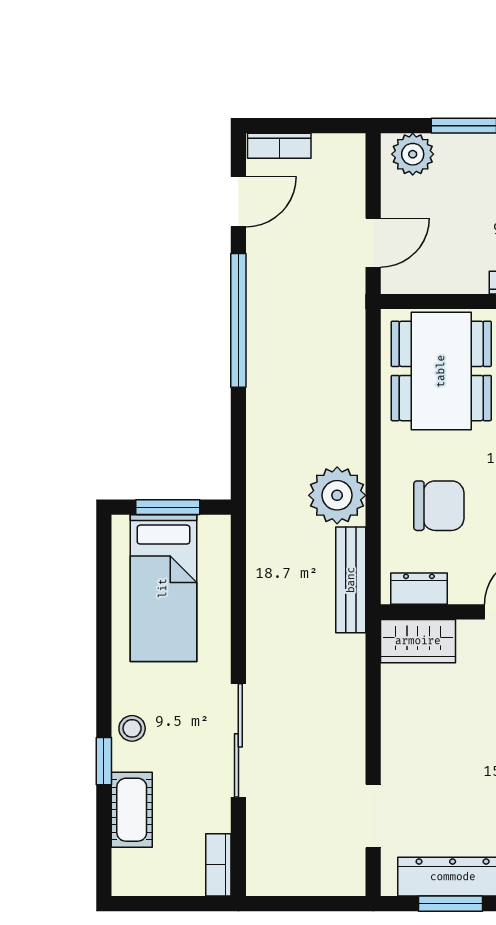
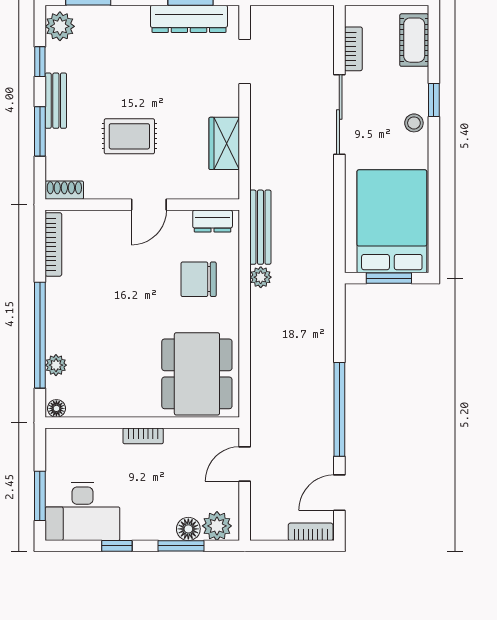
floor lamp: (453, 150) -> (188, 529), added
plant: (337, 495) -> (261, 277), width x0.53, depth x0.53
bed: (163, 588) -> (392, 221), width x1.50
wardrobe: (418, 641) -> (224, 143), moved, turned -90
cot: (132, 810) -> (414, 40), moved
bookcase: (218, 865) -> (353, 49), moved

